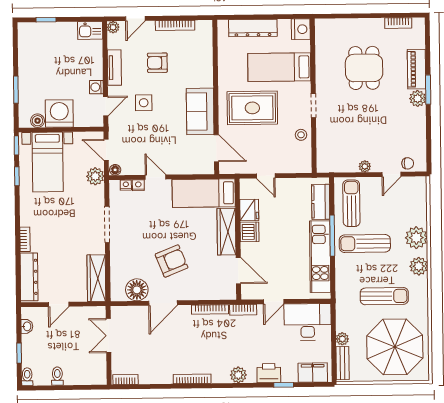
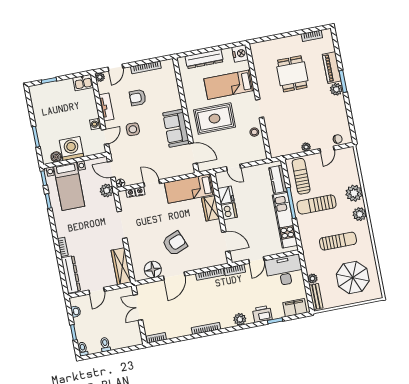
wardrobe: (226, 232) -> (211, 208), width x0.67
parasol: (395, 347) -> (353, 277), width x0.73, depth x0.73

